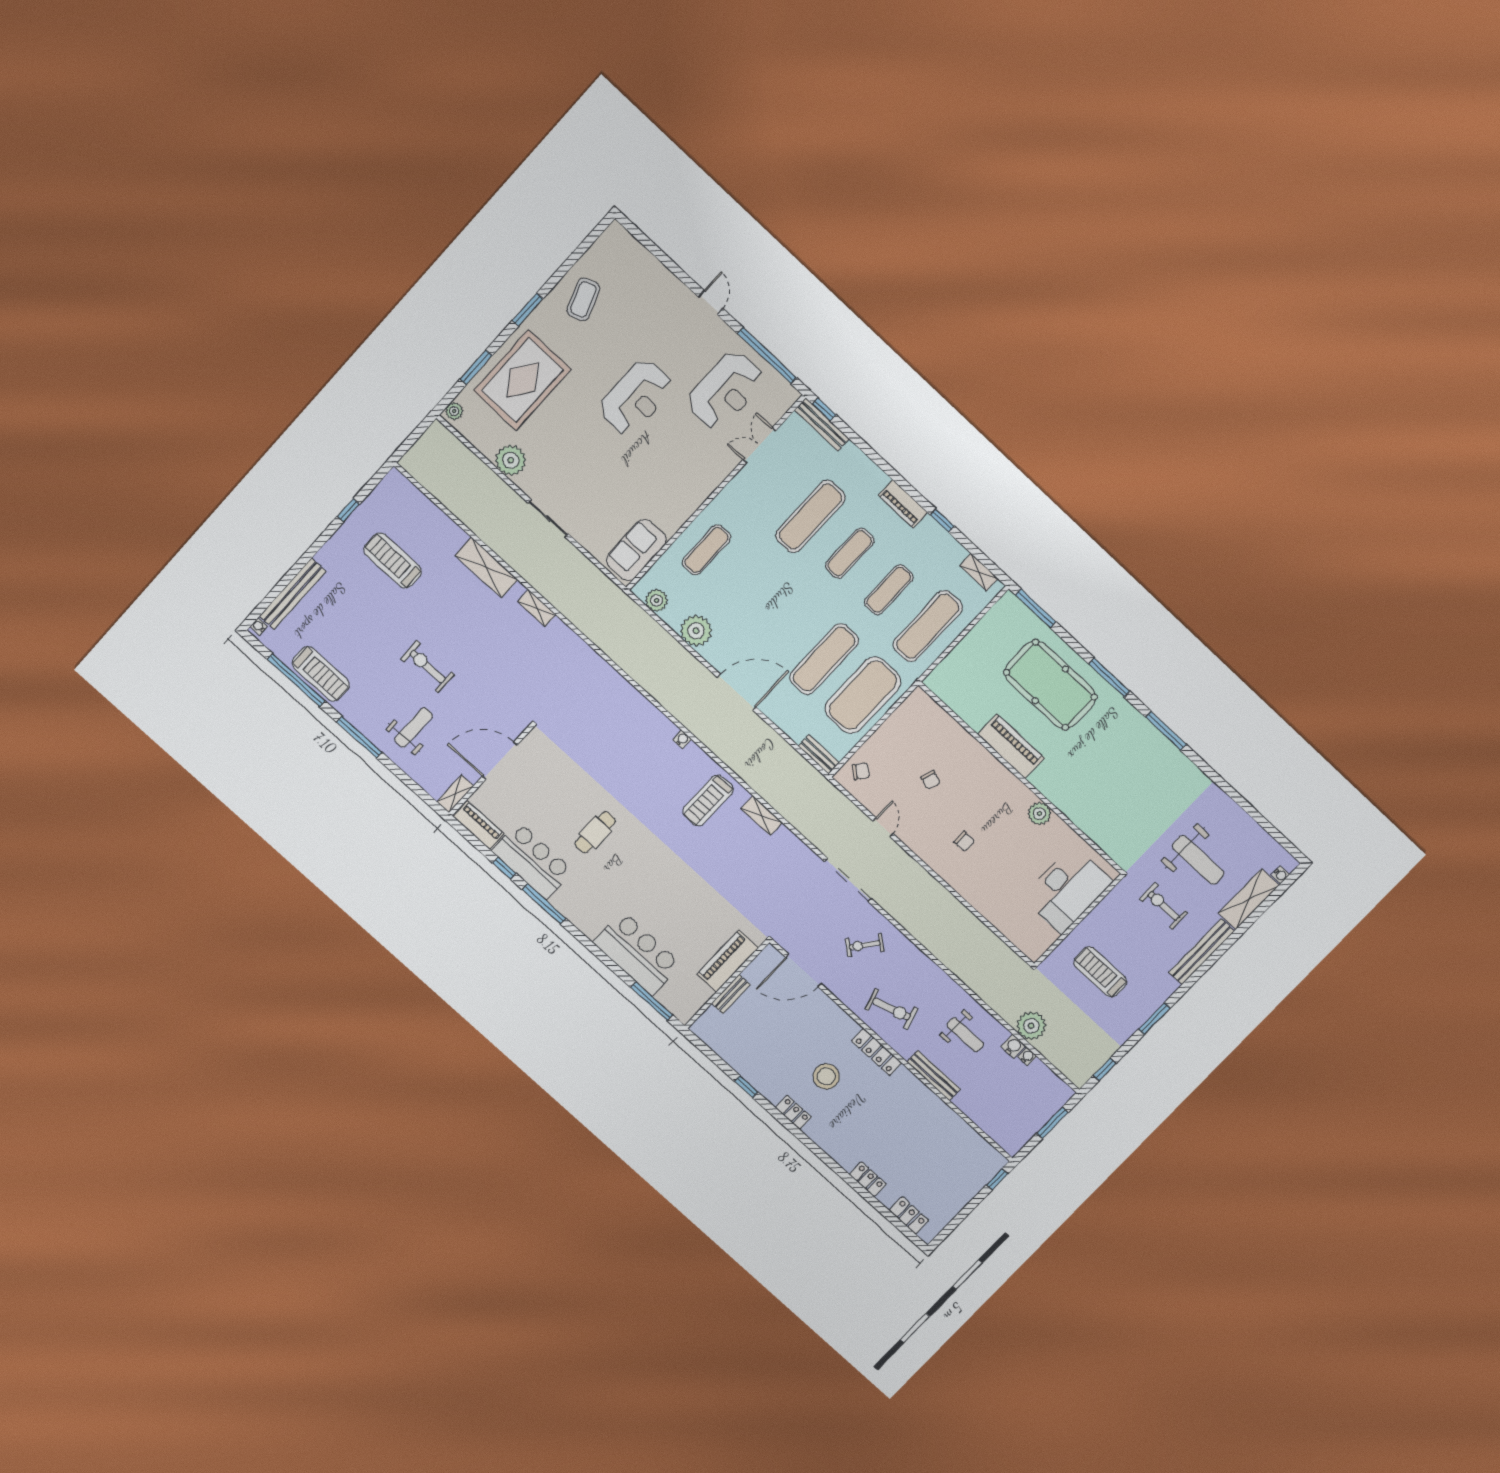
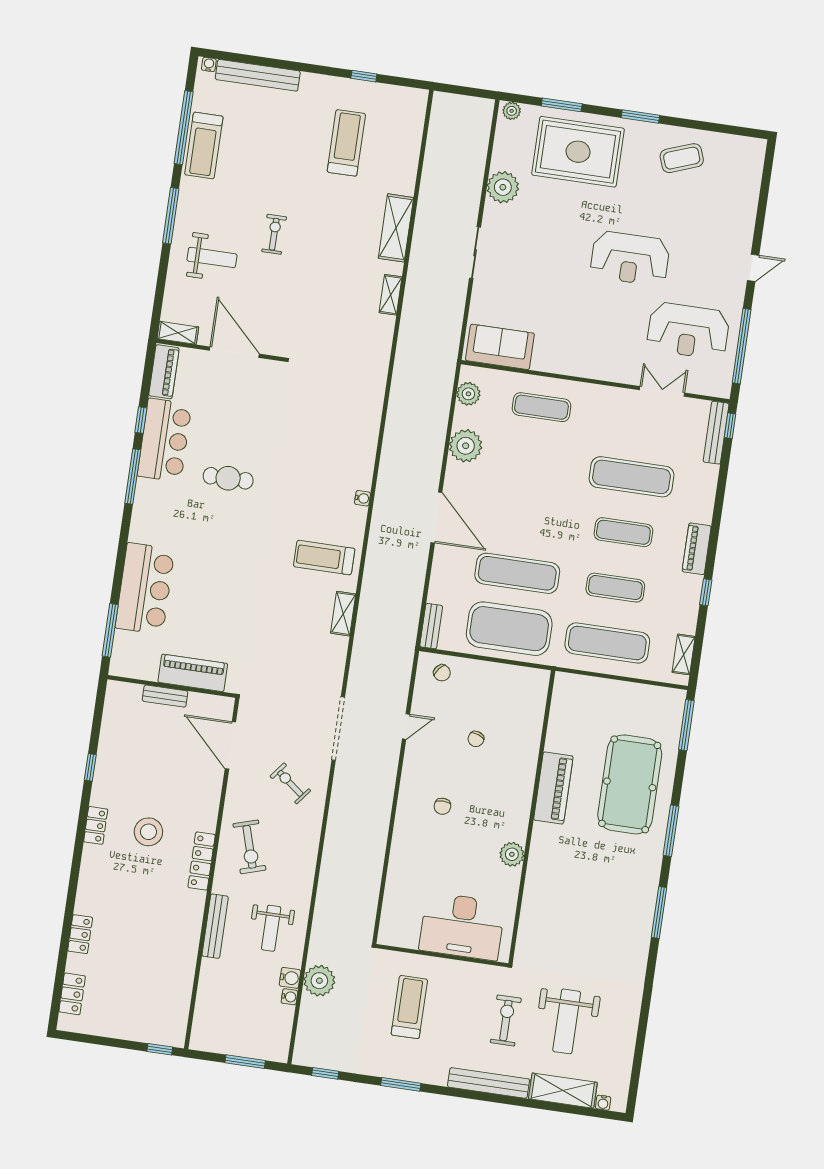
exercise bike: (428, 667) -> (274, 234), width x0.73, depth x0.72

